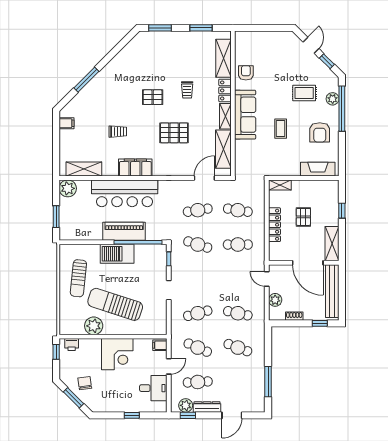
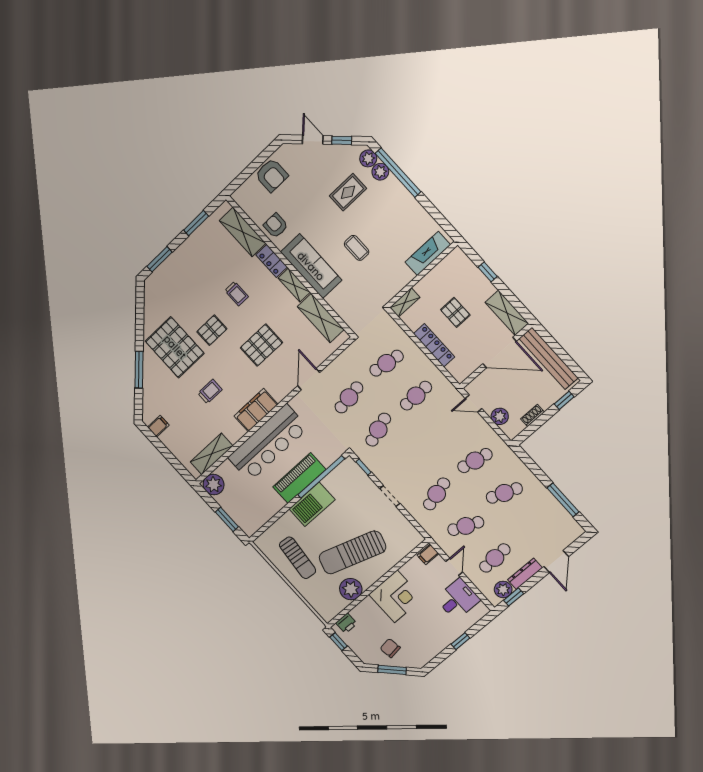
plant: (332, 85) -> (368, 158), added
pallet: (121, 86) -> (175, 347), added
armchair: (320, 132) -> (272, 175), moved
door: (204, 178) -> (309, 379), moved
cafe table: (198, 245) -> (378, 430), turned -36

